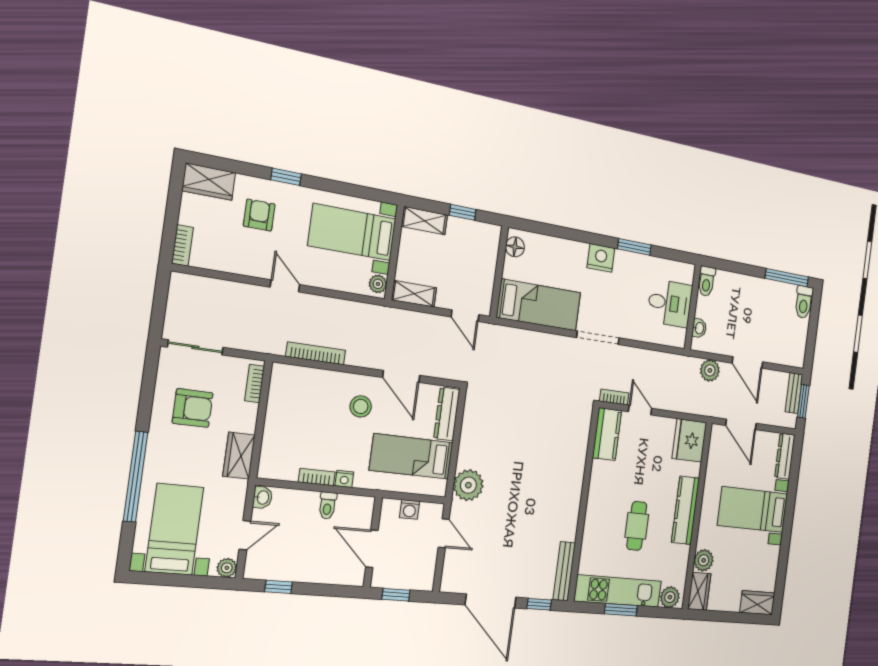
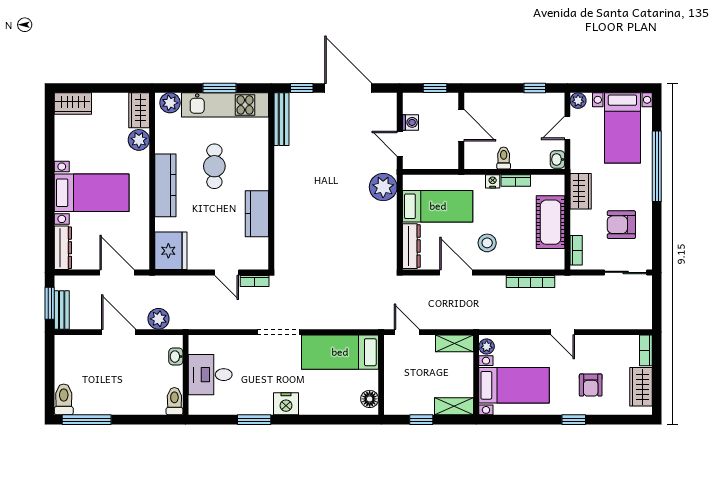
wardrobe: (209, 182) -> (641, 387), moved, turned -90
cot: (282, 422) -> (551, 222), added
kitchen counter: (607, 434) -> (257, 214), moved
washing machine: (410, 509) -> (410, 122), moved, turned 90

